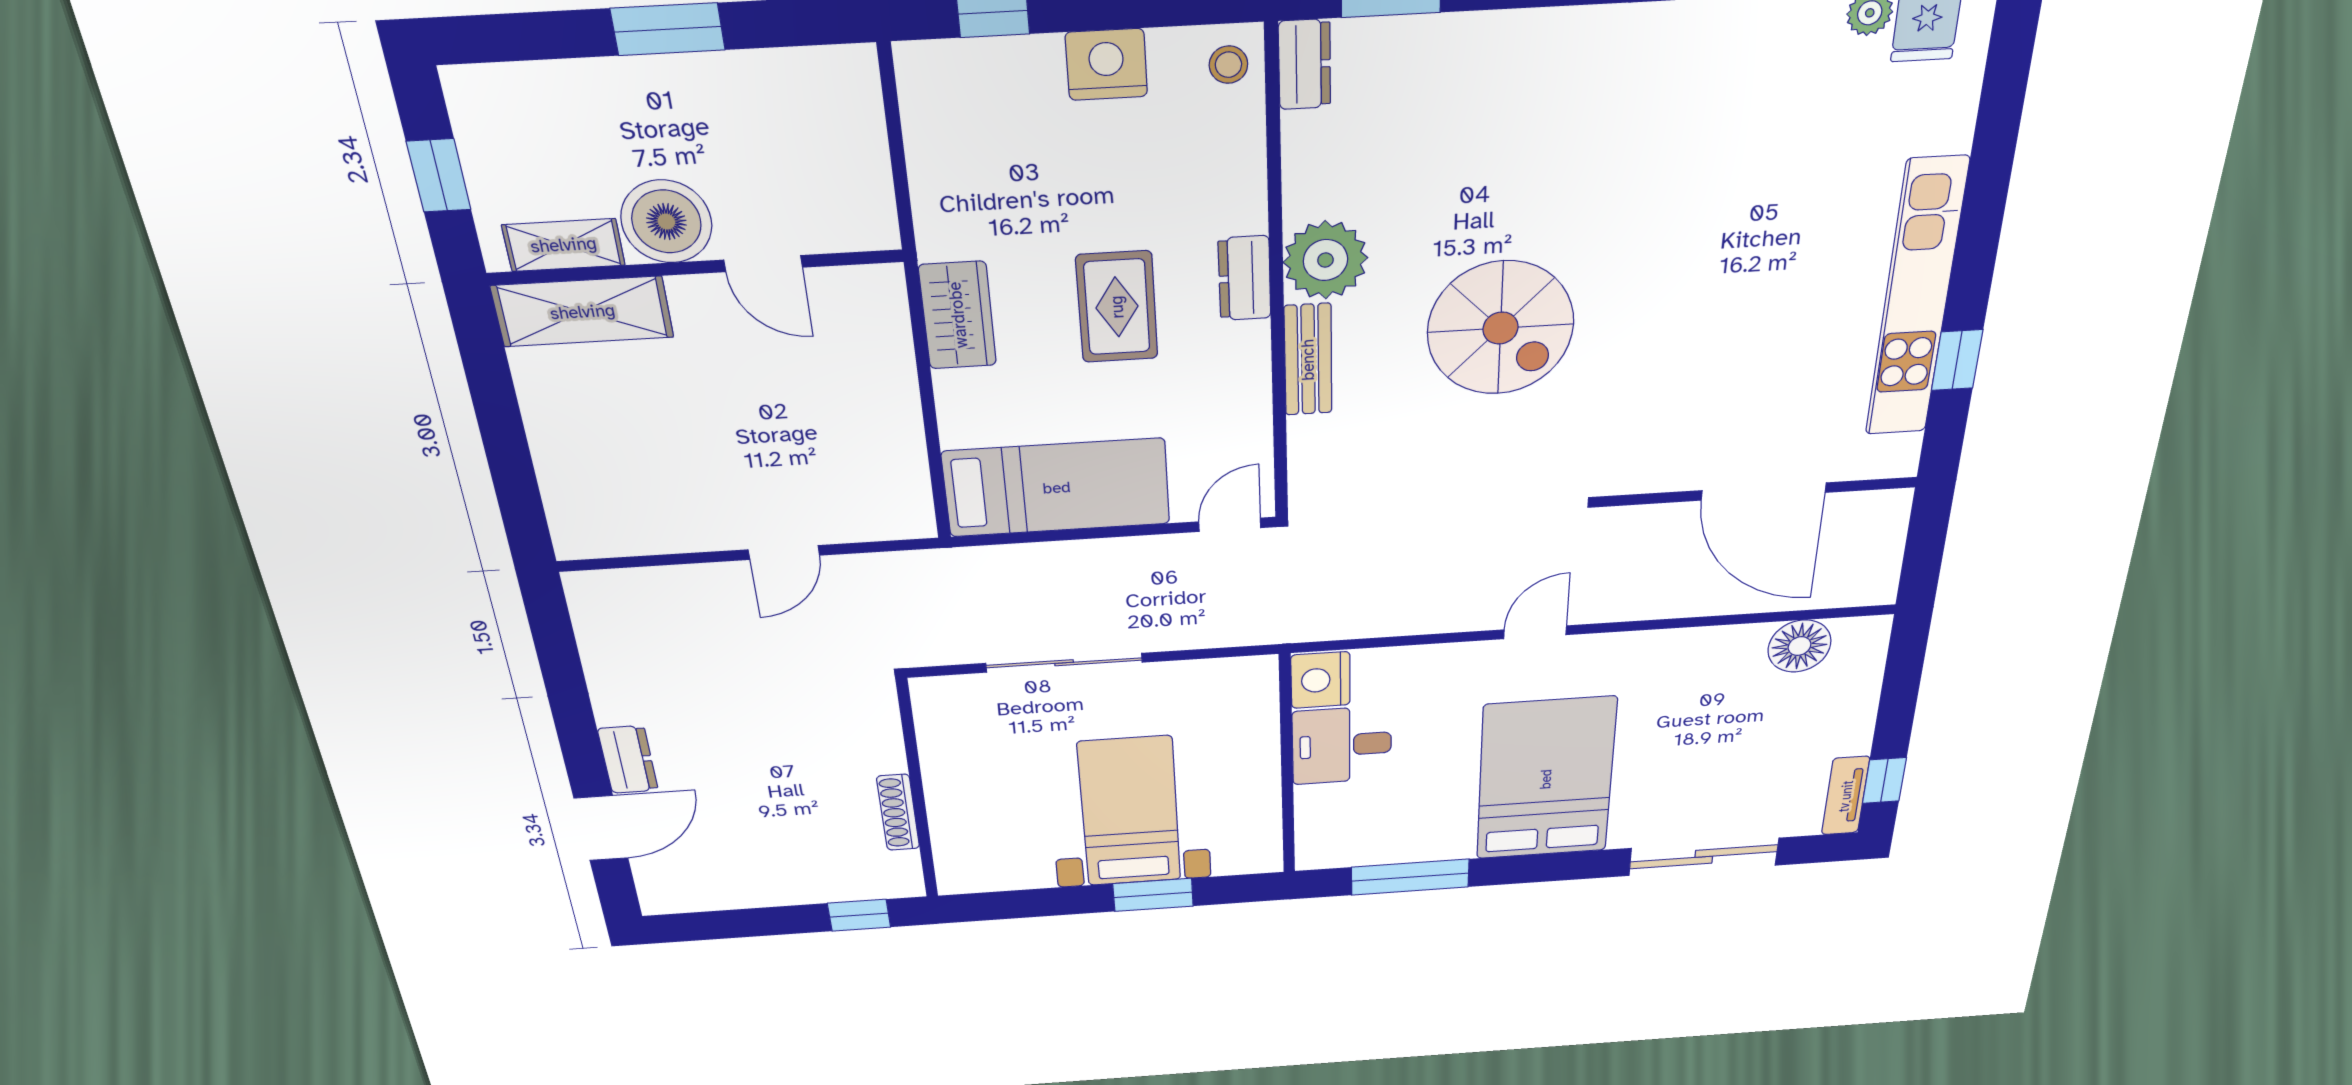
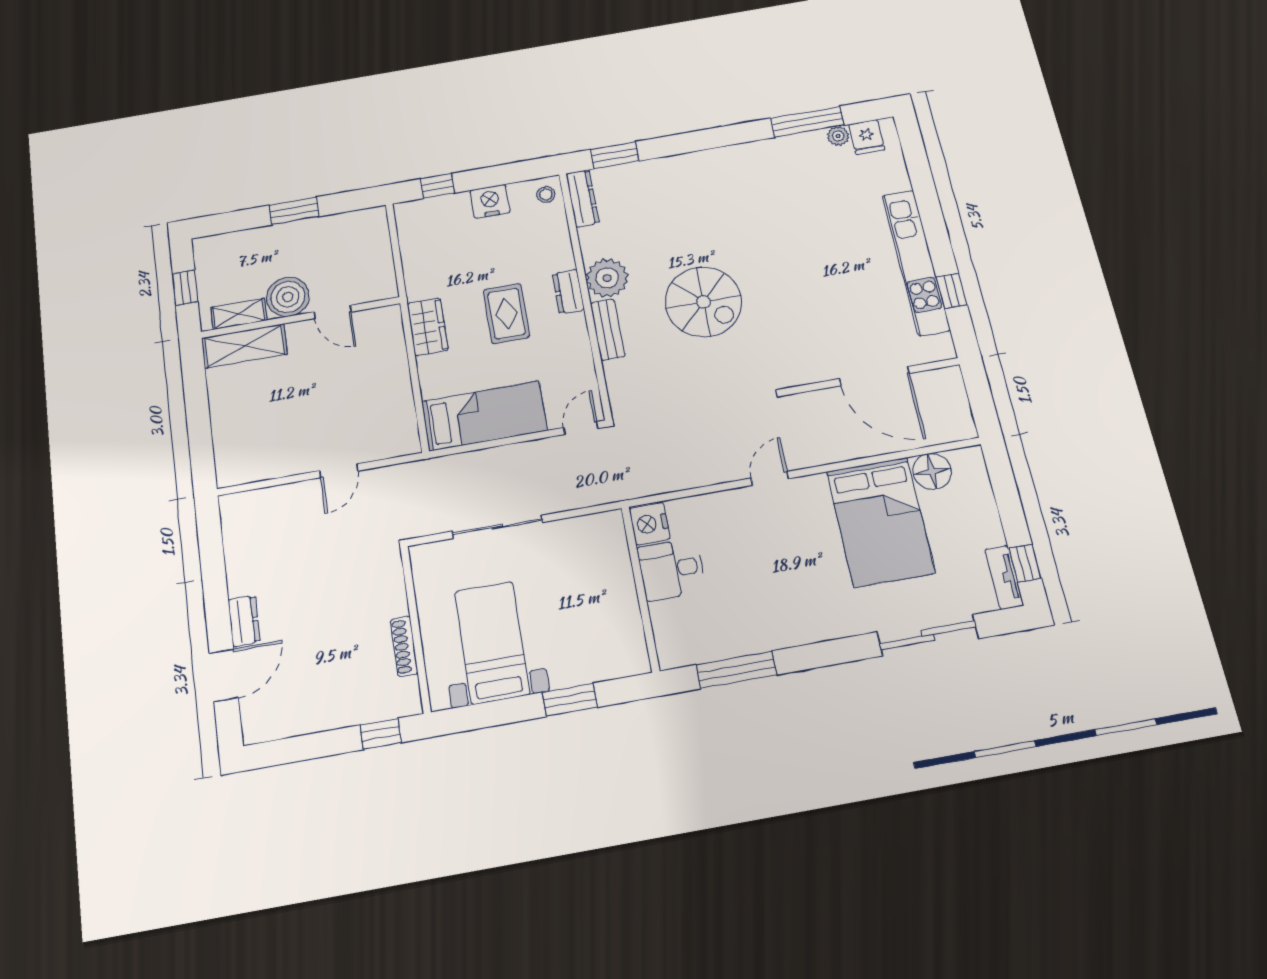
dresser: (1305, 64) -> (583, 198), width x1.44
bed: (1546, 779) -> (881, 522), moved, turned 180
bed with nightstands: (1130, 812) -> (492, 643), moved

